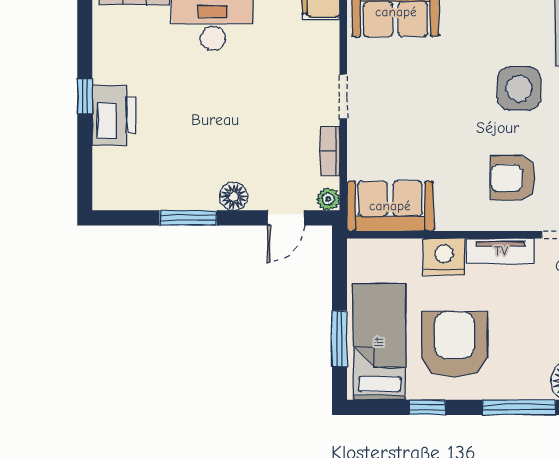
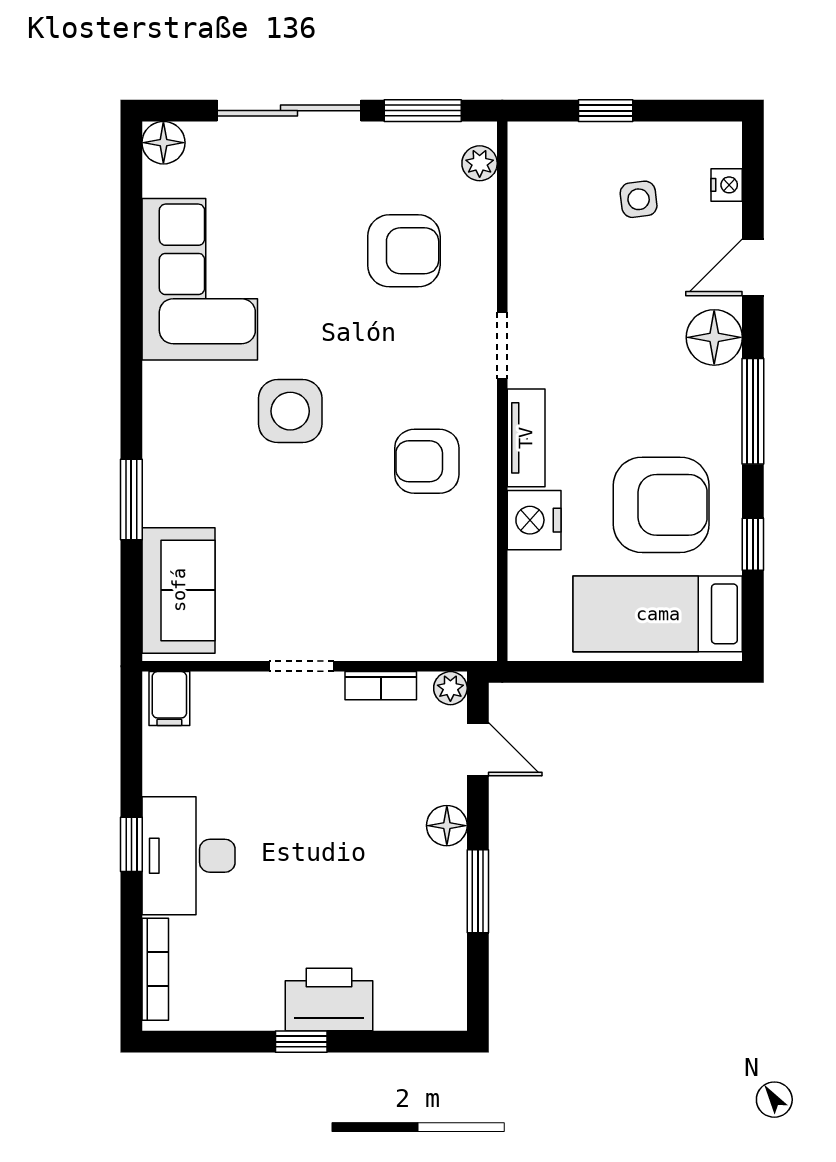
armchair: (513, 178) -> (427, 461), moved, turned 90
sofa: (390, 206) -> (461, 598), removed
window: (339, 339) -> (653, 672), removed
armchair: (455, 344) -> (661, 505), turned 180

